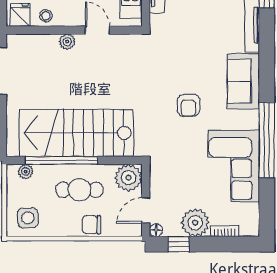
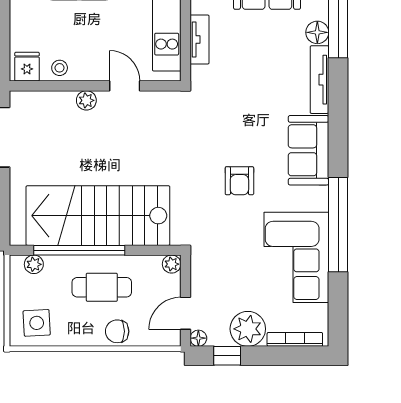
plant: (128, 178) -> (172, 264), width x0.53, depth x0.53
bookcase: (225, 231) -> (295, 339), width x1.56

